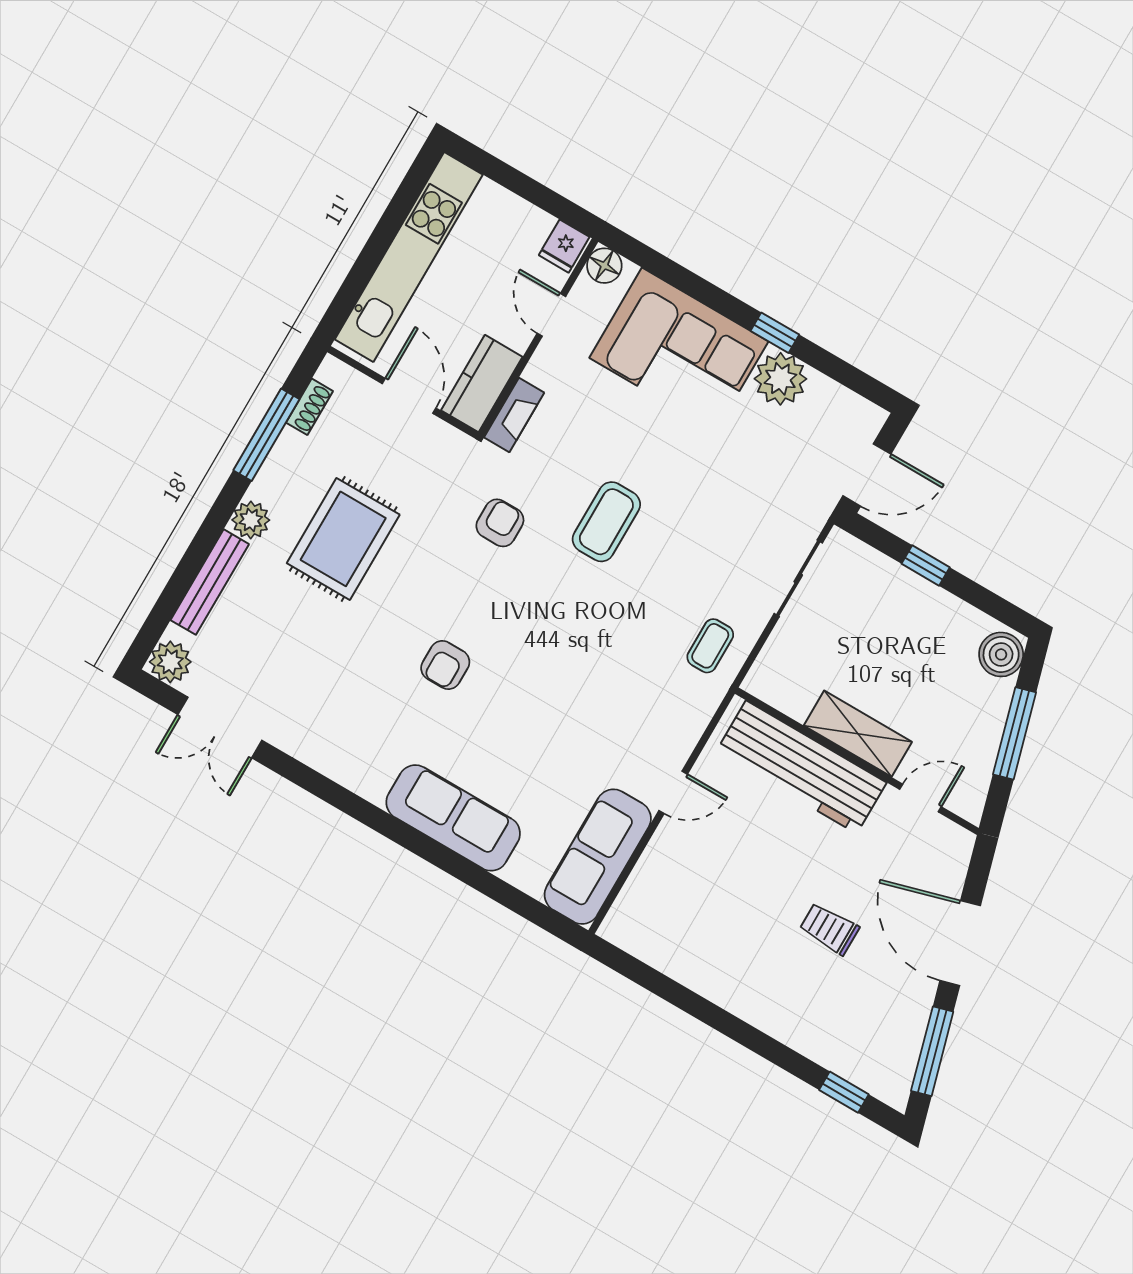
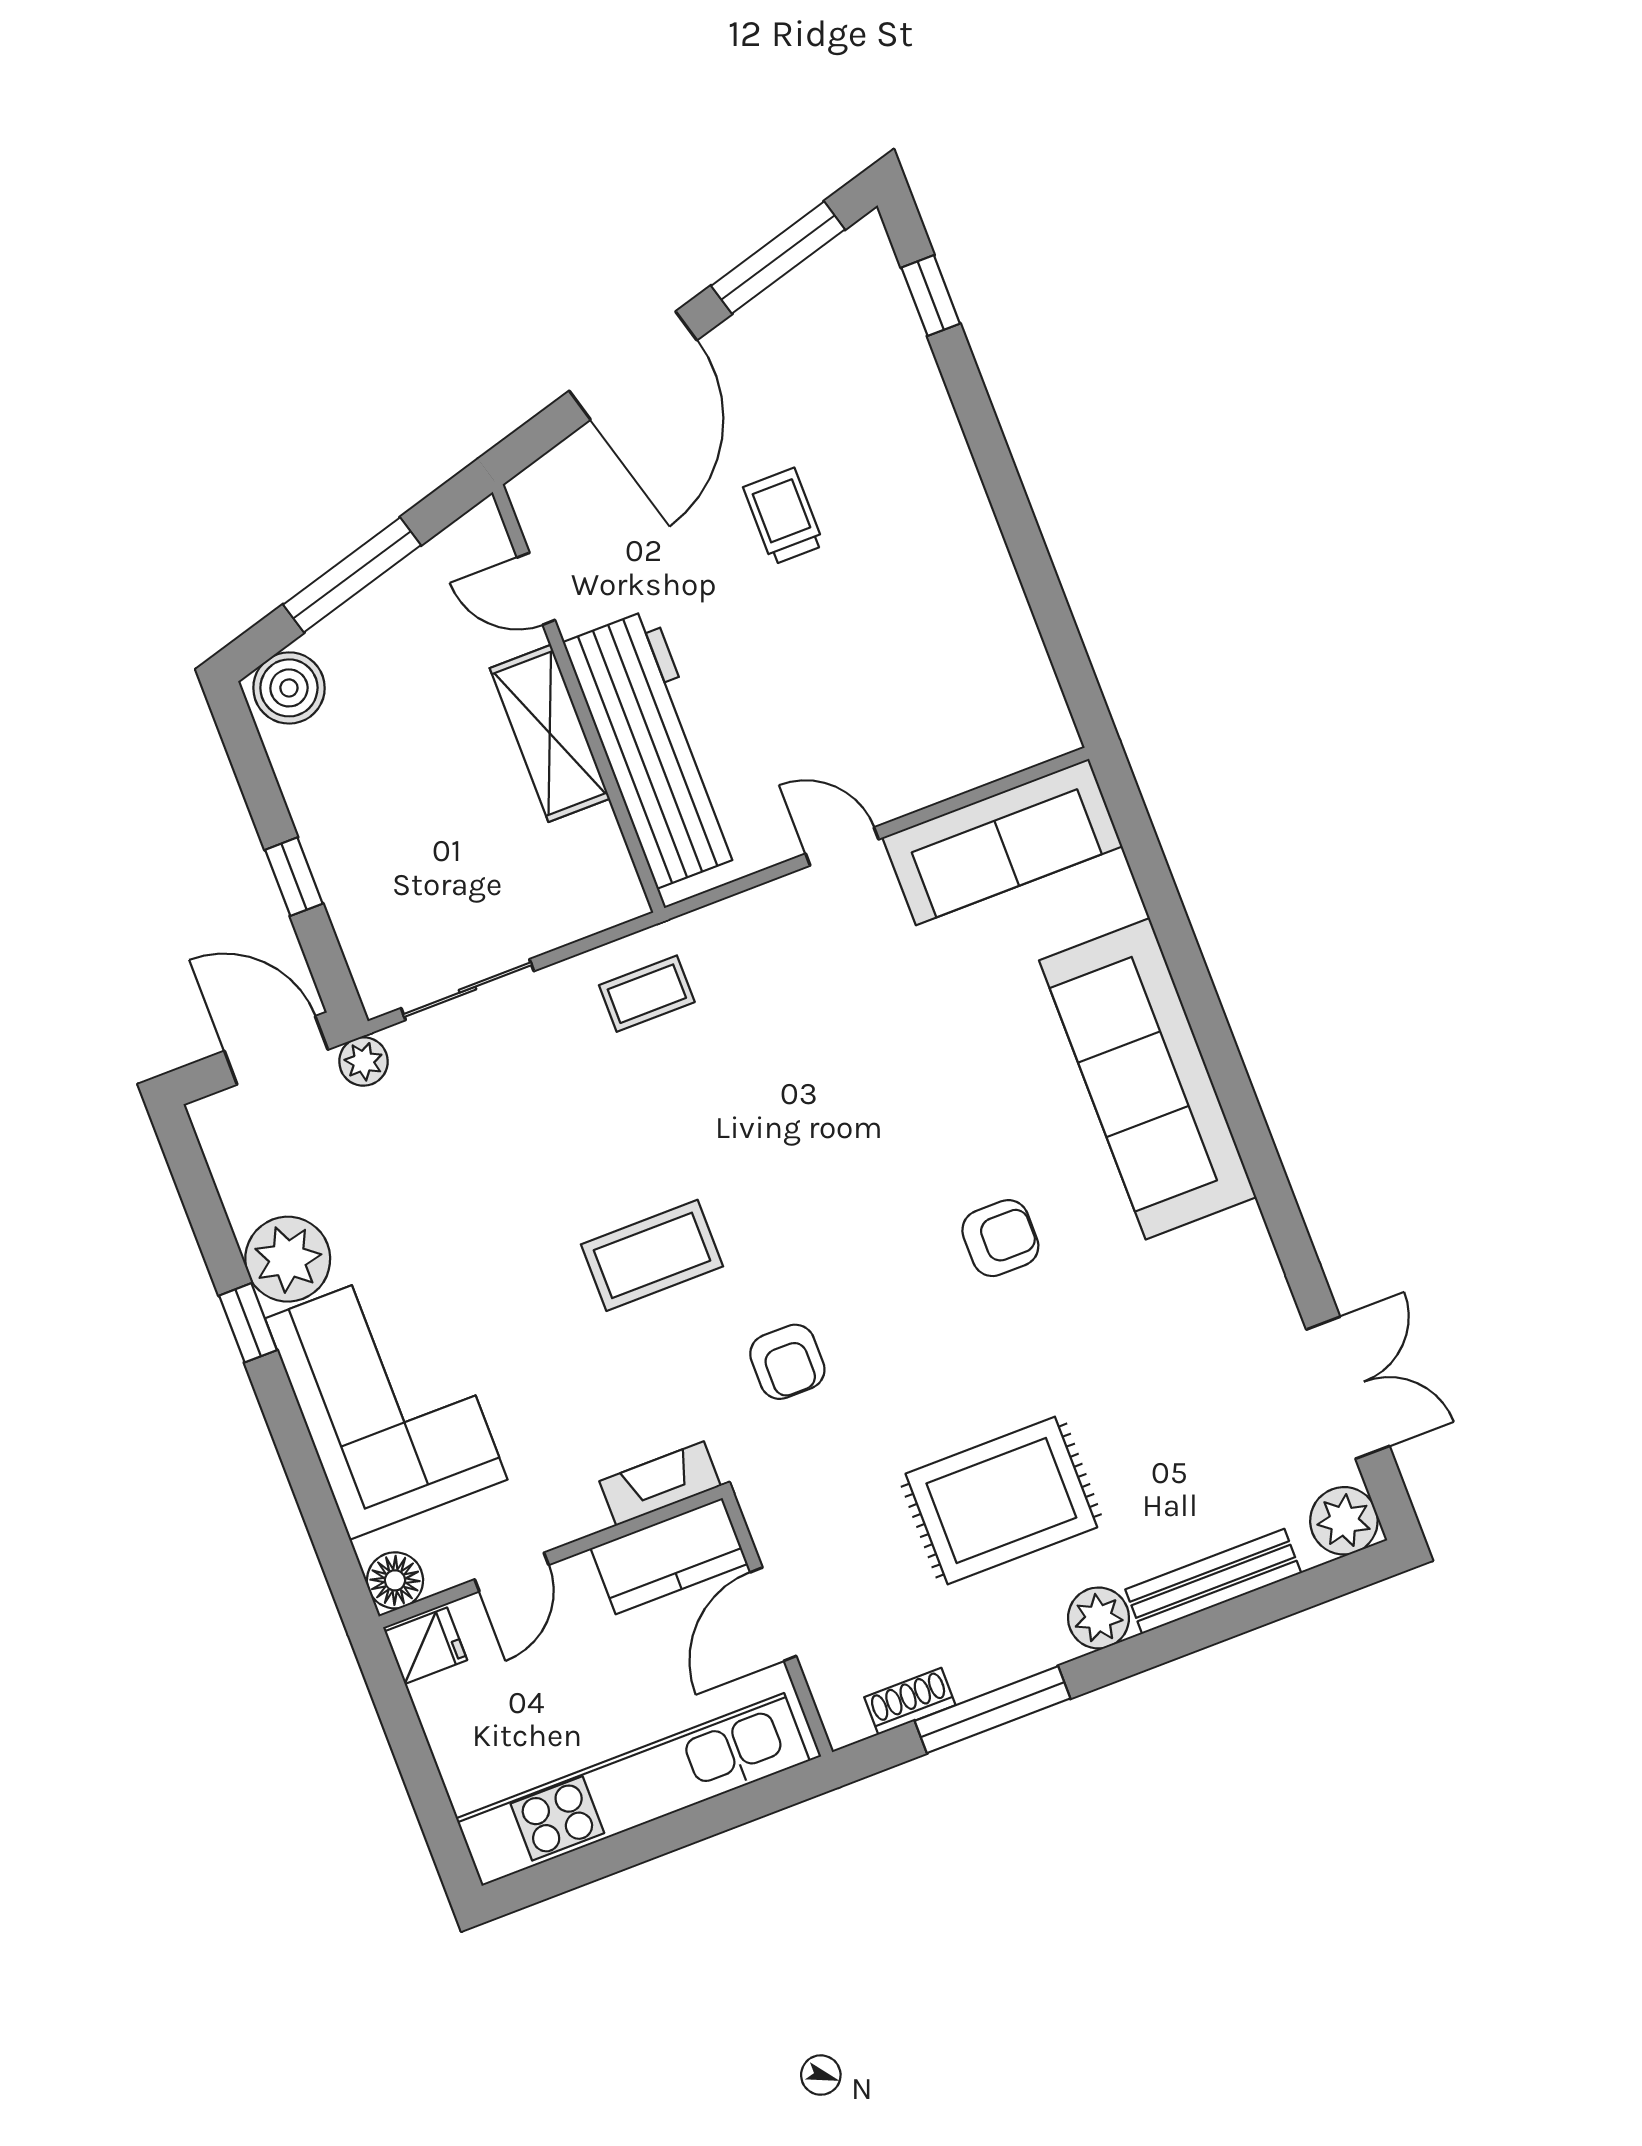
plant: (820, 503) -> (363, 1061), added
armchair: (500, 523) -> (787, 1362), turned -90
sofa: (453, 818) -> (1148, 1079), width x1.36, depth x1.27
trolley: (829, 929) -> (784, 516), turned 180

